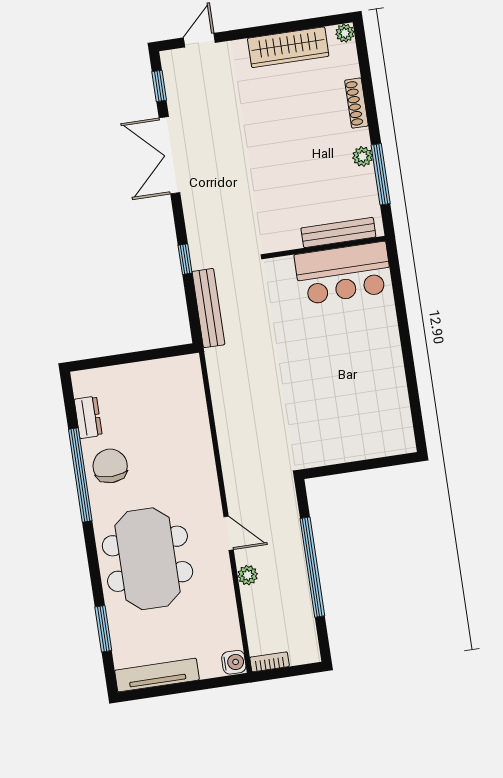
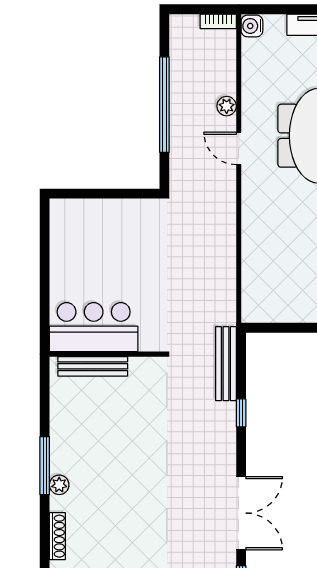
bench: (338, 232) -> (93, 366), moved
wall: (326, 247) -> (107, 354), moved
bar counter: (343, 273) -> (94, 327), moved

